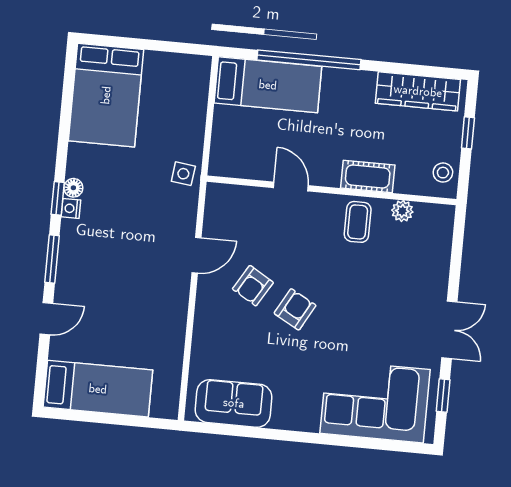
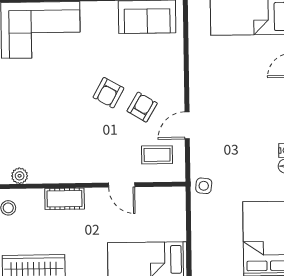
plant: (402, 211) -> (20, 176), moved
coffee table: (358, 222) -> (157, 155), moved, turned 90

